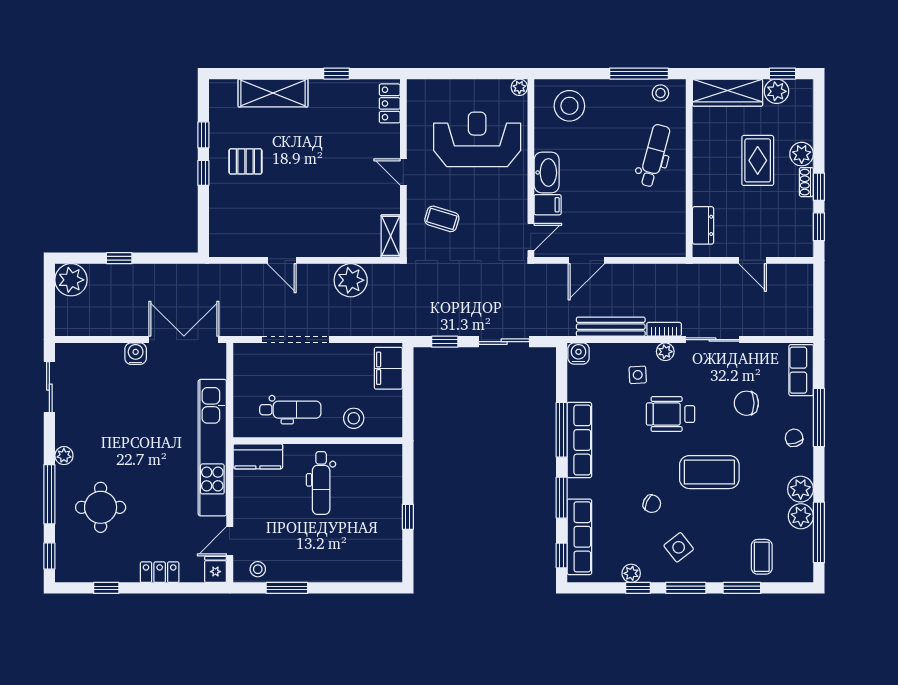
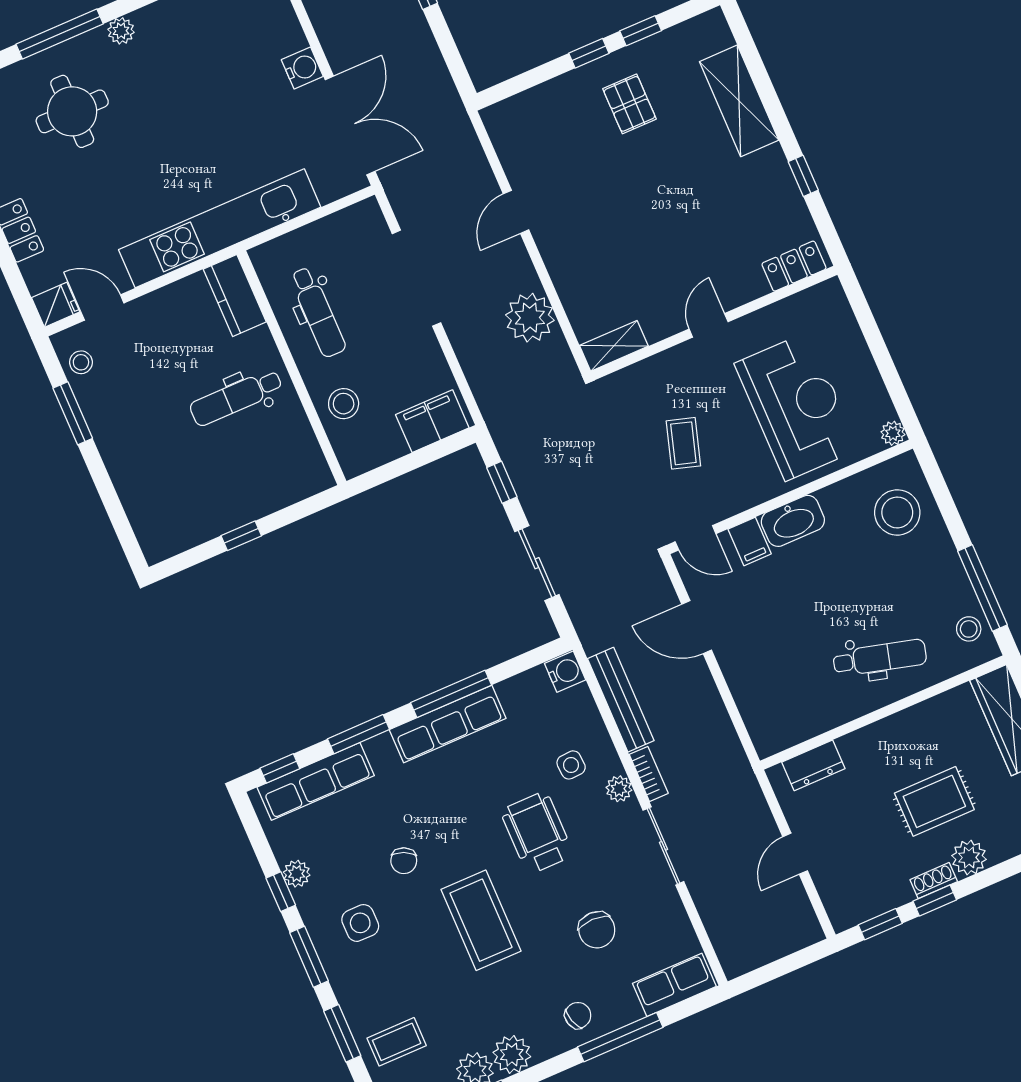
coffee table: (442, 219) -> (683, 443), moved
chair: (746, 403) -> (597, 930), turned 180
side table: (679, 547) -> (360, 923), turned 38

